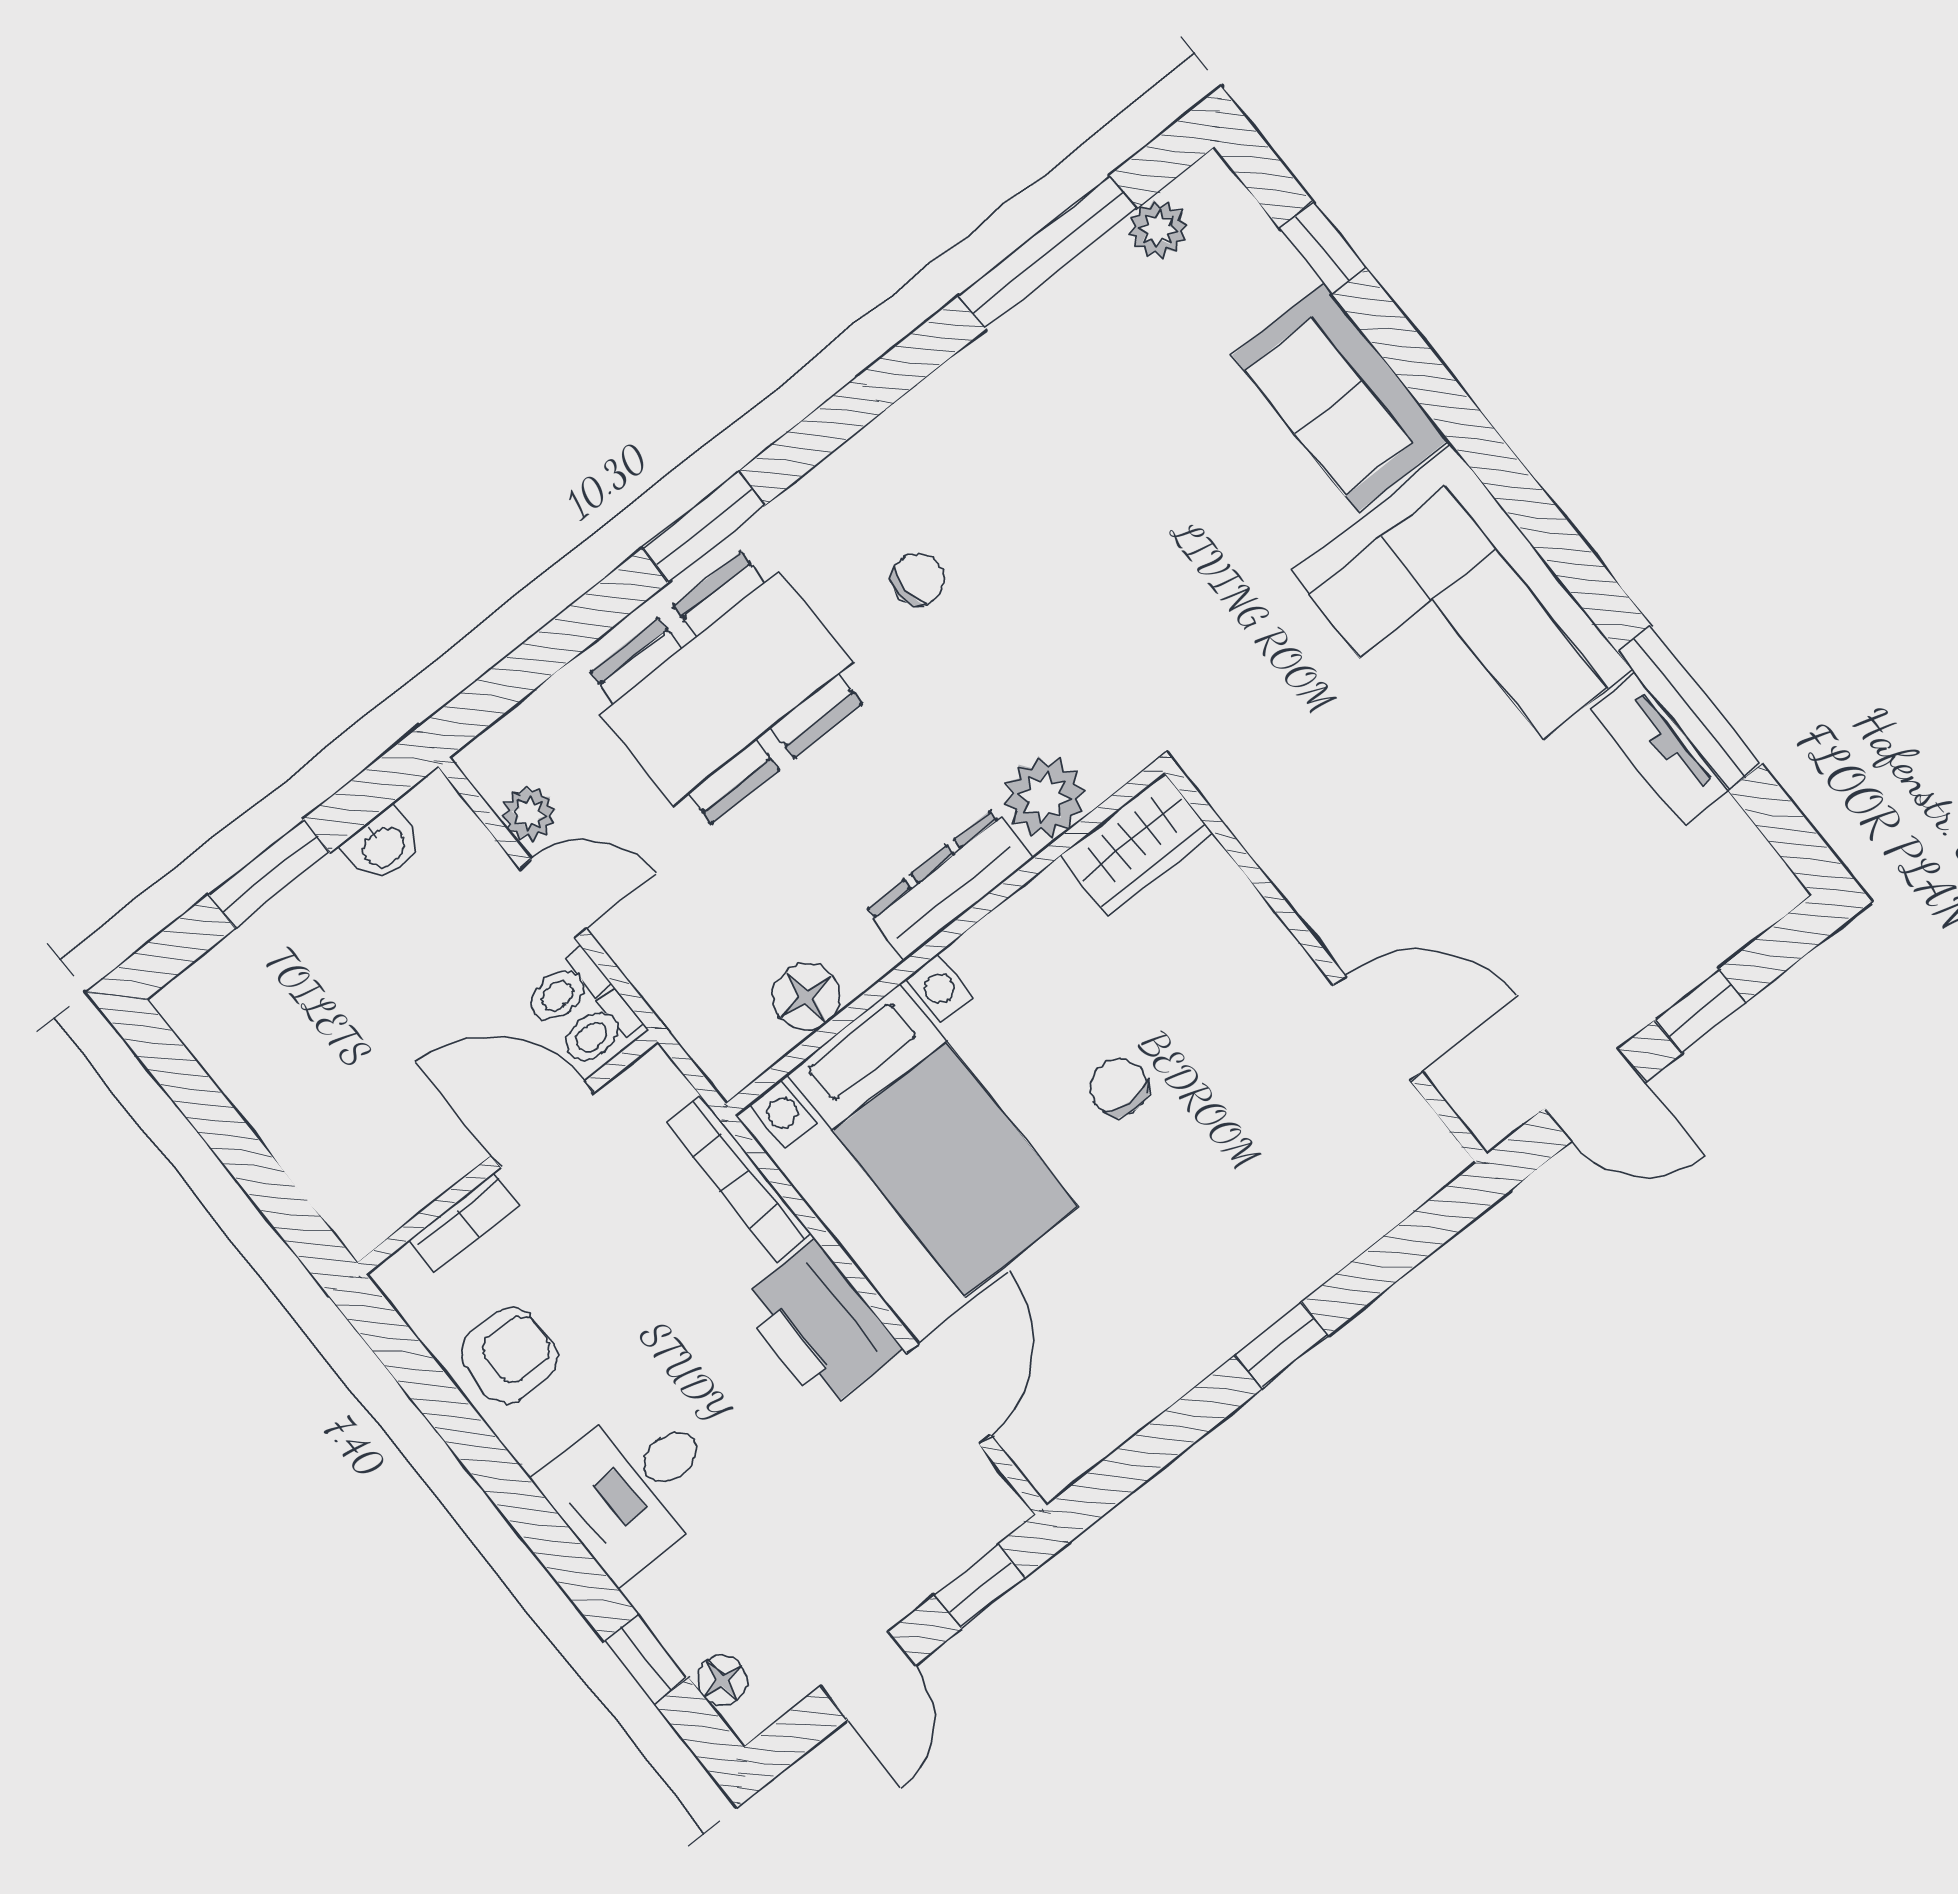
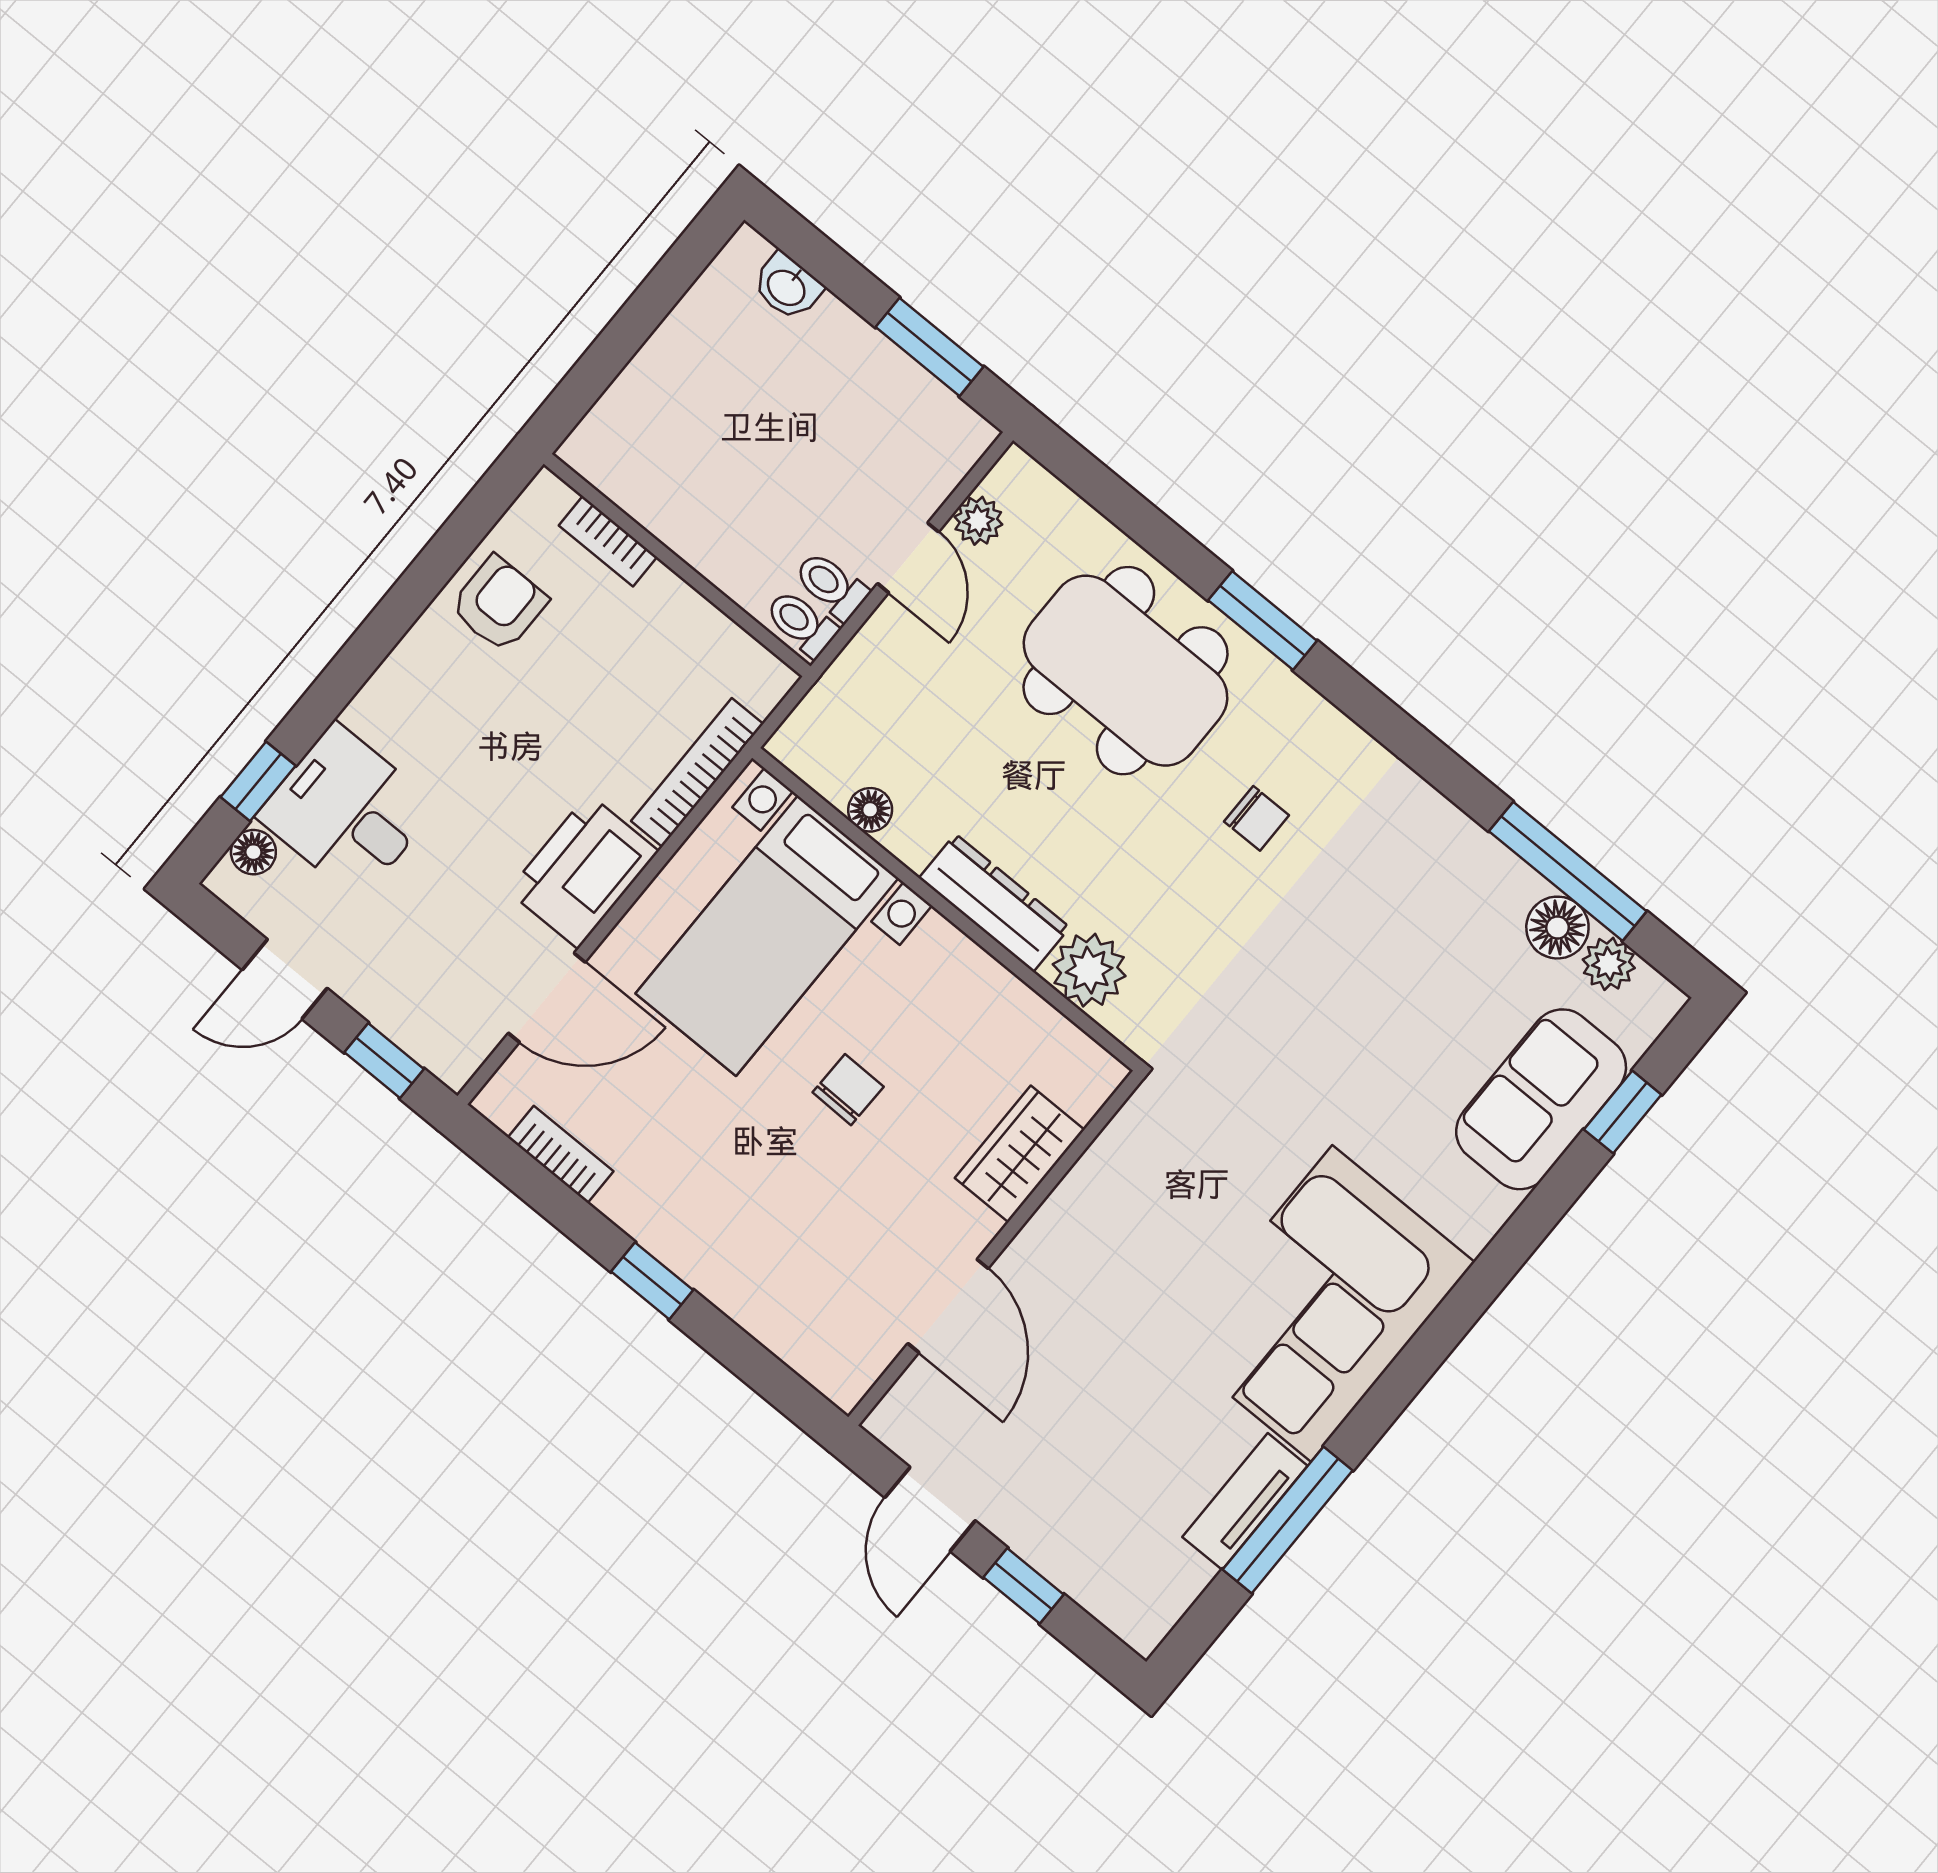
floor lamp: (1107, 277) -> (1557, 928), added
sofa: (1340, 397) -> (1541, 1099), moved
wardrobe: (1136, 844) -> (1020, 1154), moved, turned 90
washbasin: (383, 845) -> (787, 287), moved
window: (269, 874) -> (929, 347), moved
floor lamp: (806, 997) -> (870, 810), width x0.73, depth x0.73
door: (542, 1124) -> (708, 590), removed
armchair: (509, 1355) -> (499, 604), turned -90
bookcase: (1123, 1416) -> (561, 1154), added
desk: (633, 1486) -> (347, 811), moved

